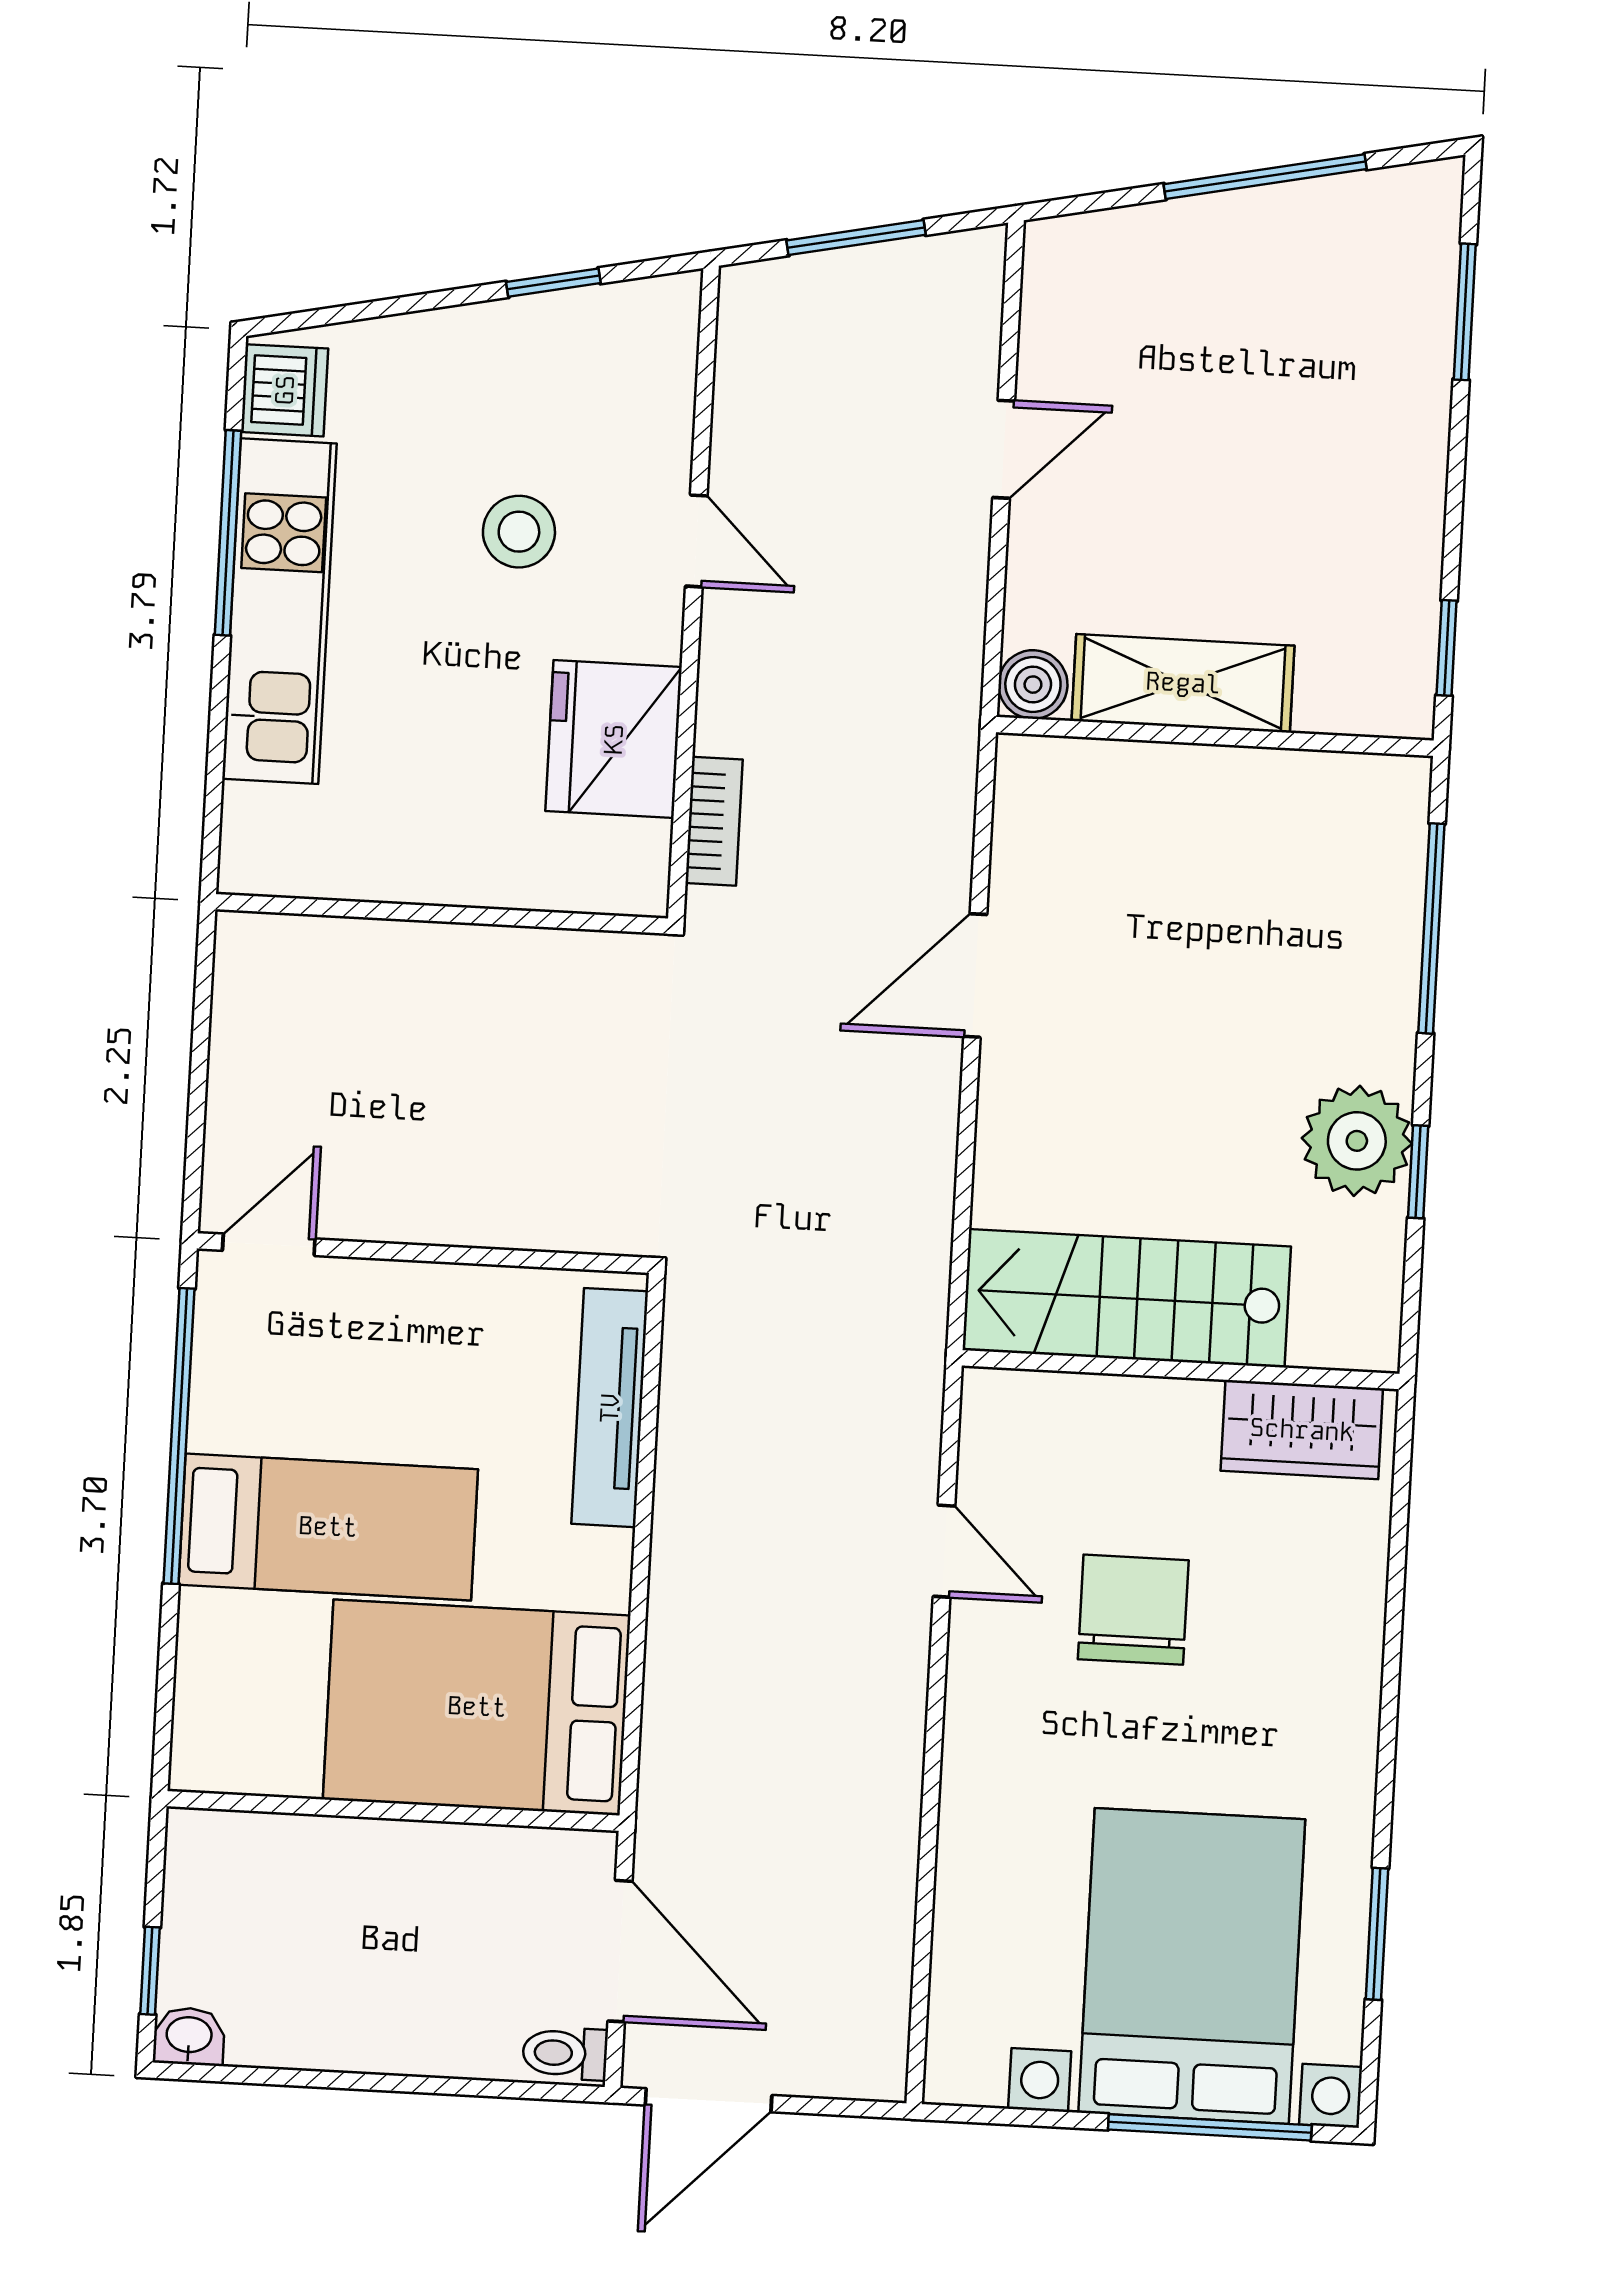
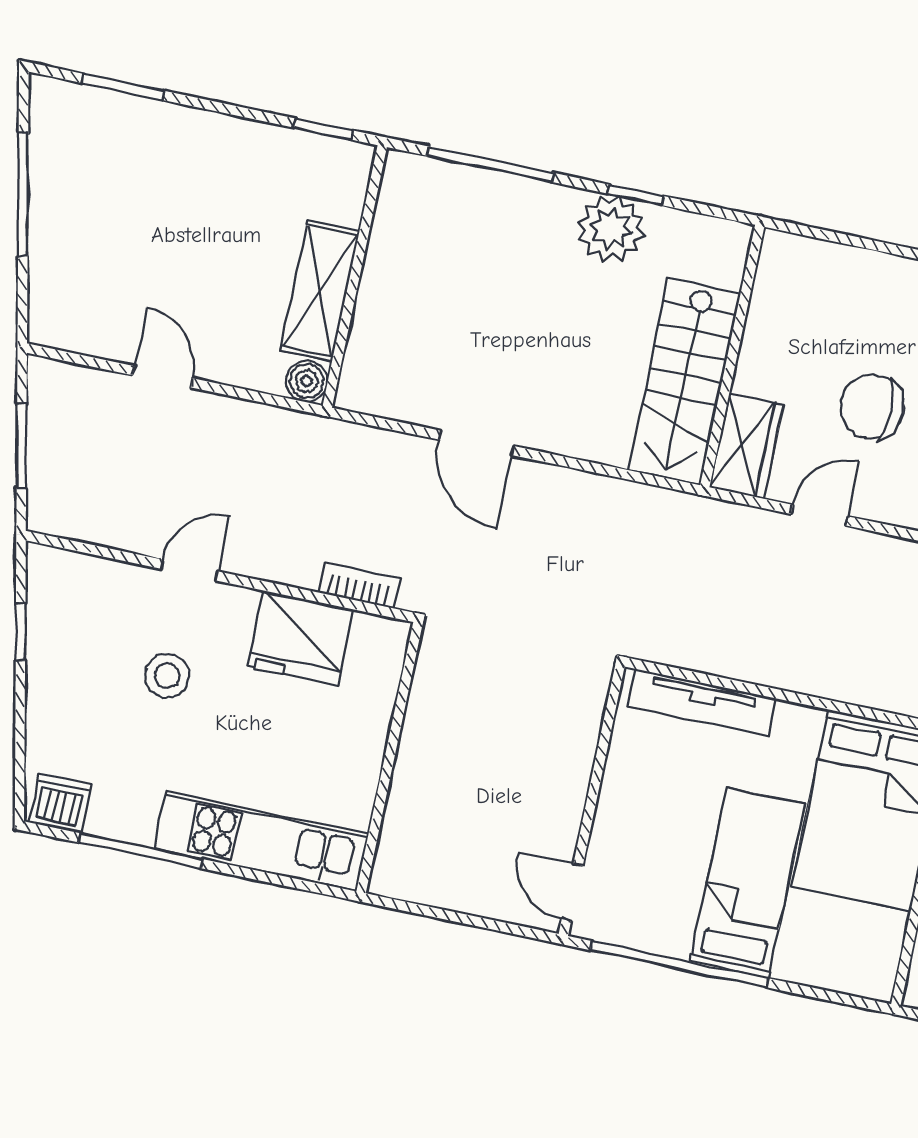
kitchen unit: (279, 611) -> (261, 841), moved
wardrobe: (1302, 1430) -> (746, 446), moved

